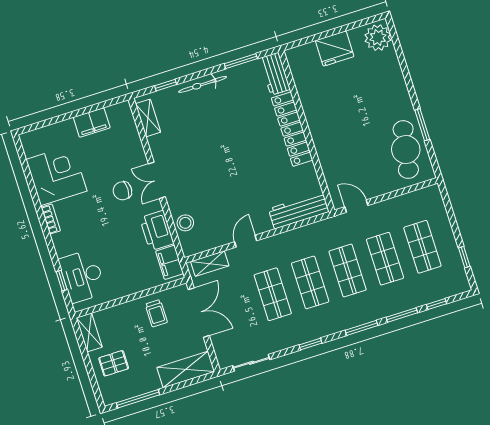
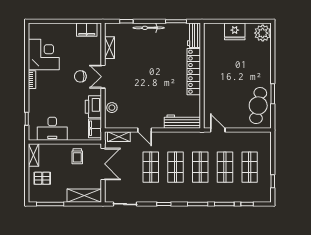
shelving: (148, 118) -> (109, 48), moved
filing cabinet: (92, 122) -> (87, 30), moved
door: (246, 241) -> (145, 130), swing flipped
desk: (82, 276) -> (52, 129), moved, turned -90

